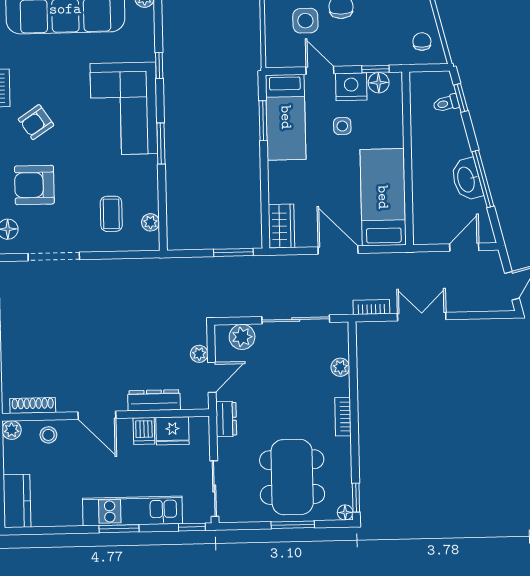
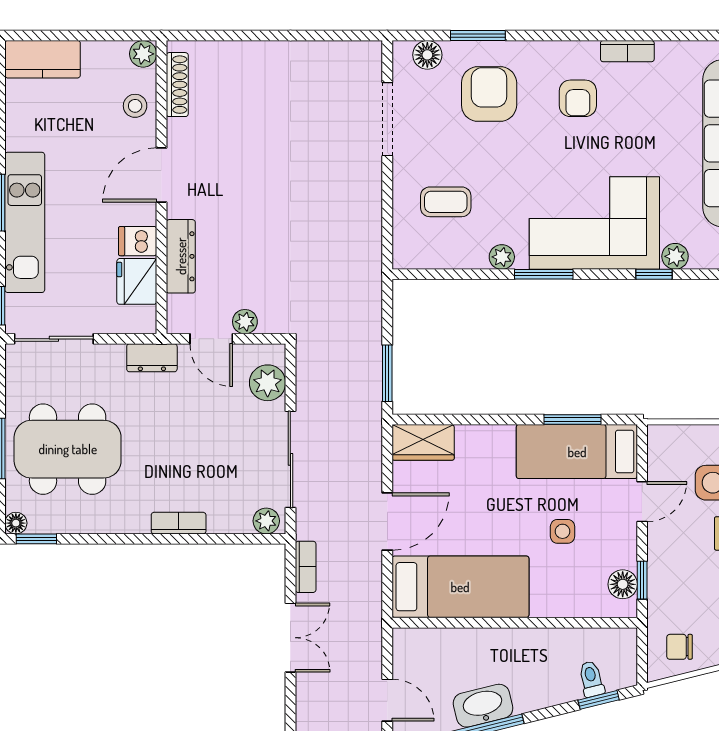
chair: (422, 42) -> (680, 647), turned 180
plant: (146, 51) -> (675, 256), added
nightstand: (351, 87) -> (618, 545), removed
armchair: (36, 122) -> (578, 98), turned -146
plant: (150, 222) -> (502, 257), moved
plant: (340, 367) -> (266, 521), moved
bookcase: (343, 417) -> (179, 523), moved

